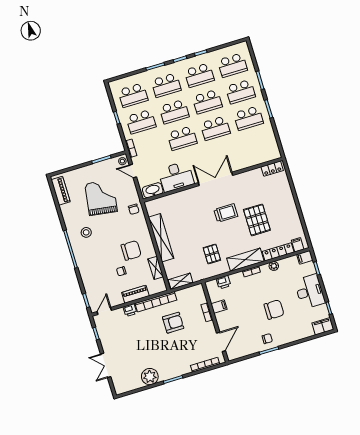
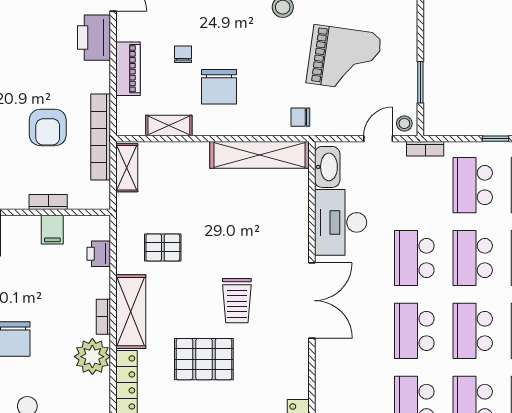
shelving: (161, 238) -> (259, 155), moved
plant: (274, 266) -> (92, 357), width x1.87, depth x1.87
bookcase: (156, 302) -> (101, 137), moved
printer: (130, 310) -> (94, 38), width x1.87, depth x1.48

